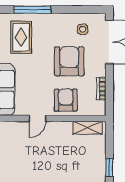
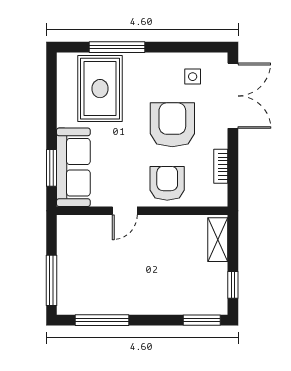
rug: (21, 37) -> (100, 89), width x1.36, depth x1.43
shelving: (88, 128) -> (218, 240), moved, turned 90

